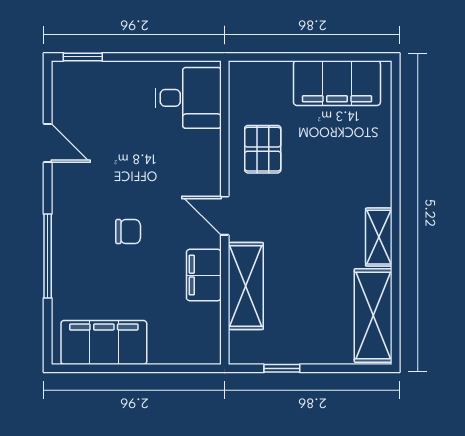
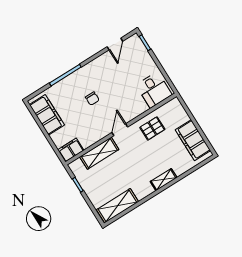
door: (48, 143) -> (115, 44), moved
shelving: (379, 237) -> (164, 180), moved
filing cabinet: (204, 275) -> (71, 150), moved

